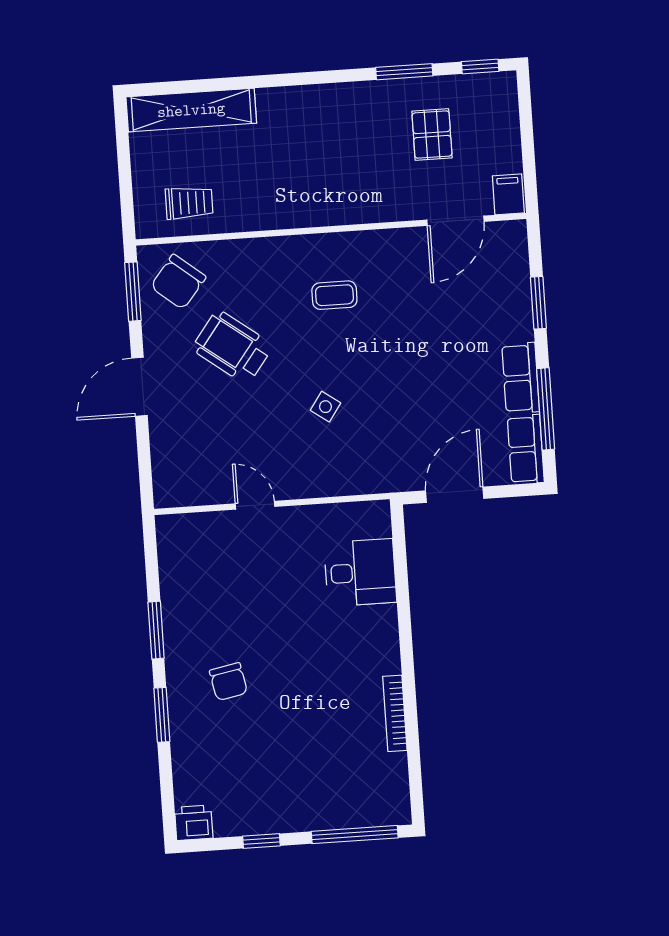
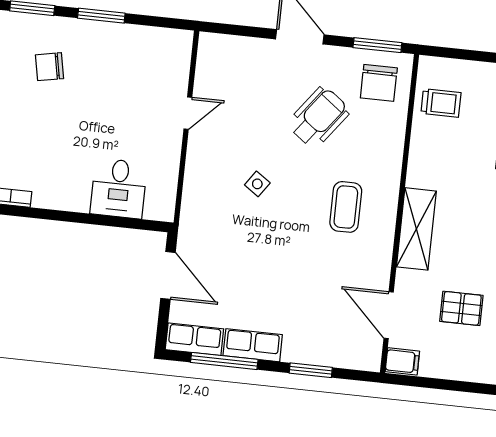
trolley: (189, 203) -> (441, 103), turned -90
shelving: (346, 206) -> (416, 229), added
chair: (178, 282) -> (379, 83), turned -129
coffee table: (334, 295) -> (346, 207), width x1.36, depth x1.30

